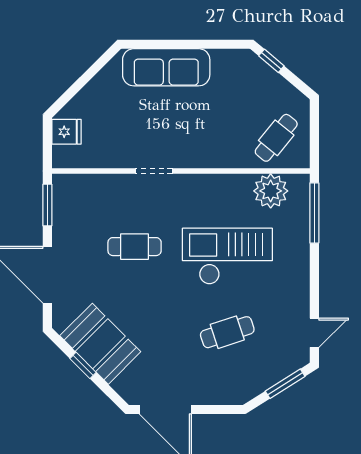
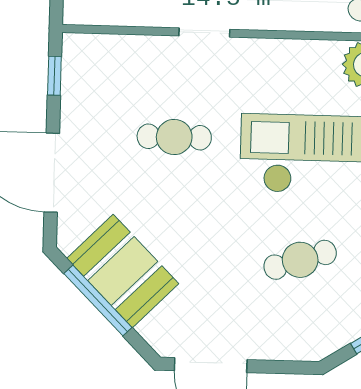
window: (47, 205) -> (54, 76), width x0.67
window: (83, 365) -> (98, 300), width x2.17

